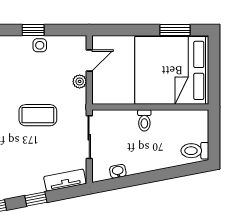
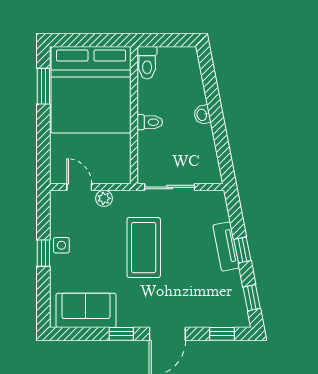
coffee table: (38, 115) -> (144, 248), width x1.36, depth x1.32
toilet: (195, 151) -> (147, 63), moved
washbasin: (118, 171) -> (202, 115), moved
tv unit: (65, 180) -> (226, 246), moved

